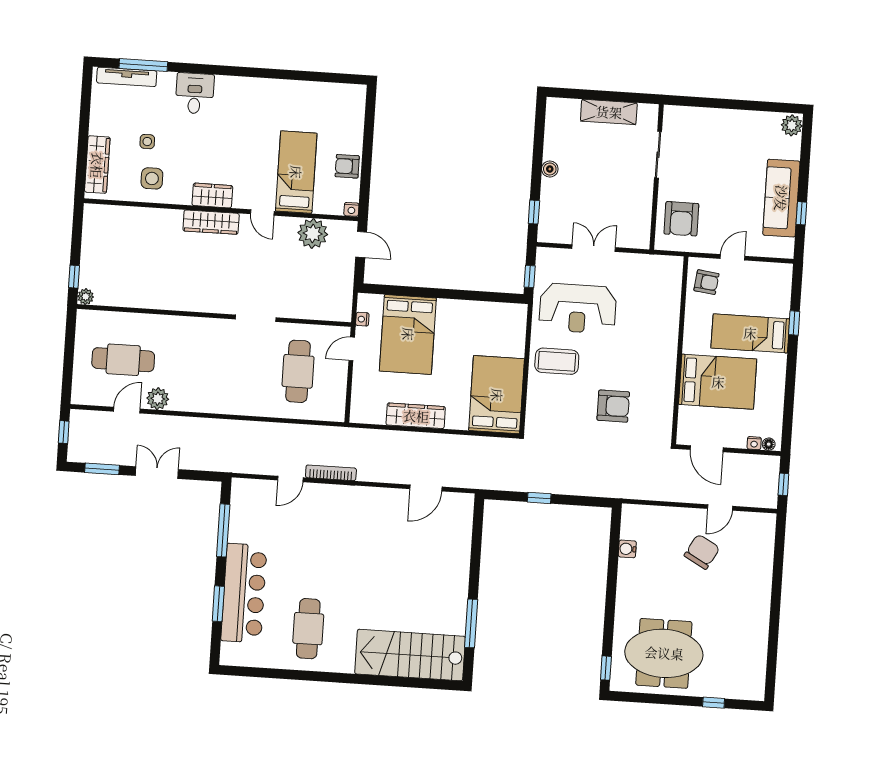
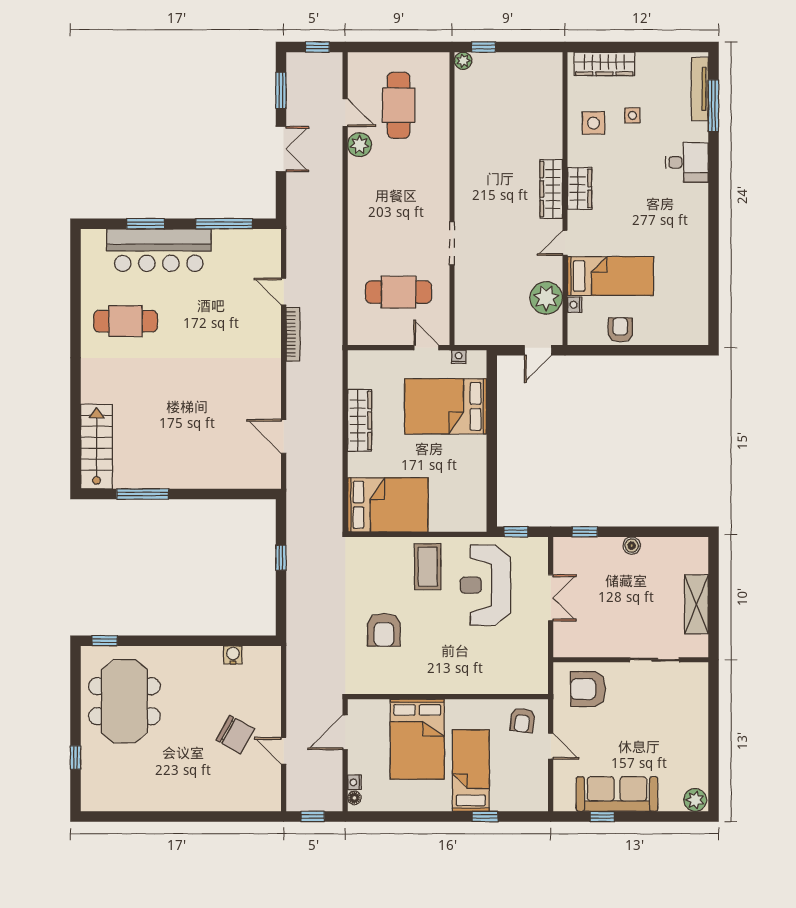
nightstand: (351, 209) -> (575, 305), moved
stairs: (410, 655) -> (97, 447), width x0.73, depth x0.66

